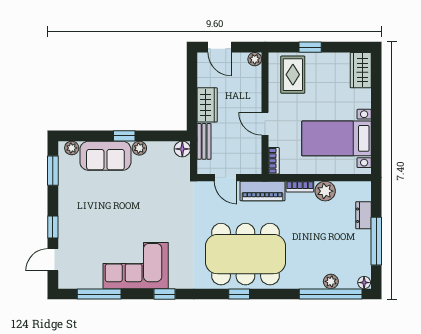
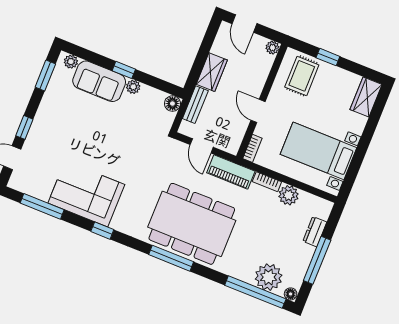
plant: (331, 281) -> (269, 277), width x1.88, depth x1.88
window: (239, 294) -> (171, 258), width x2.17

